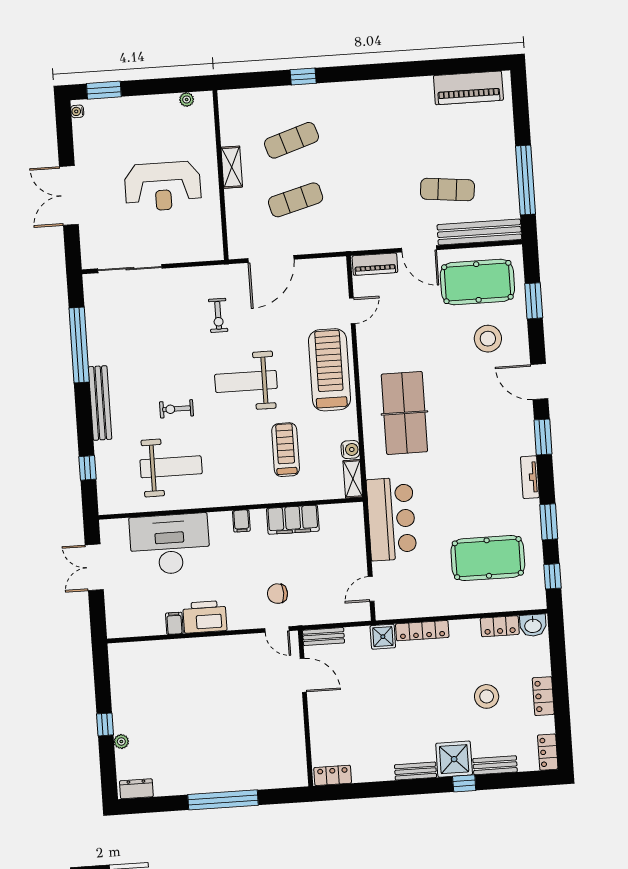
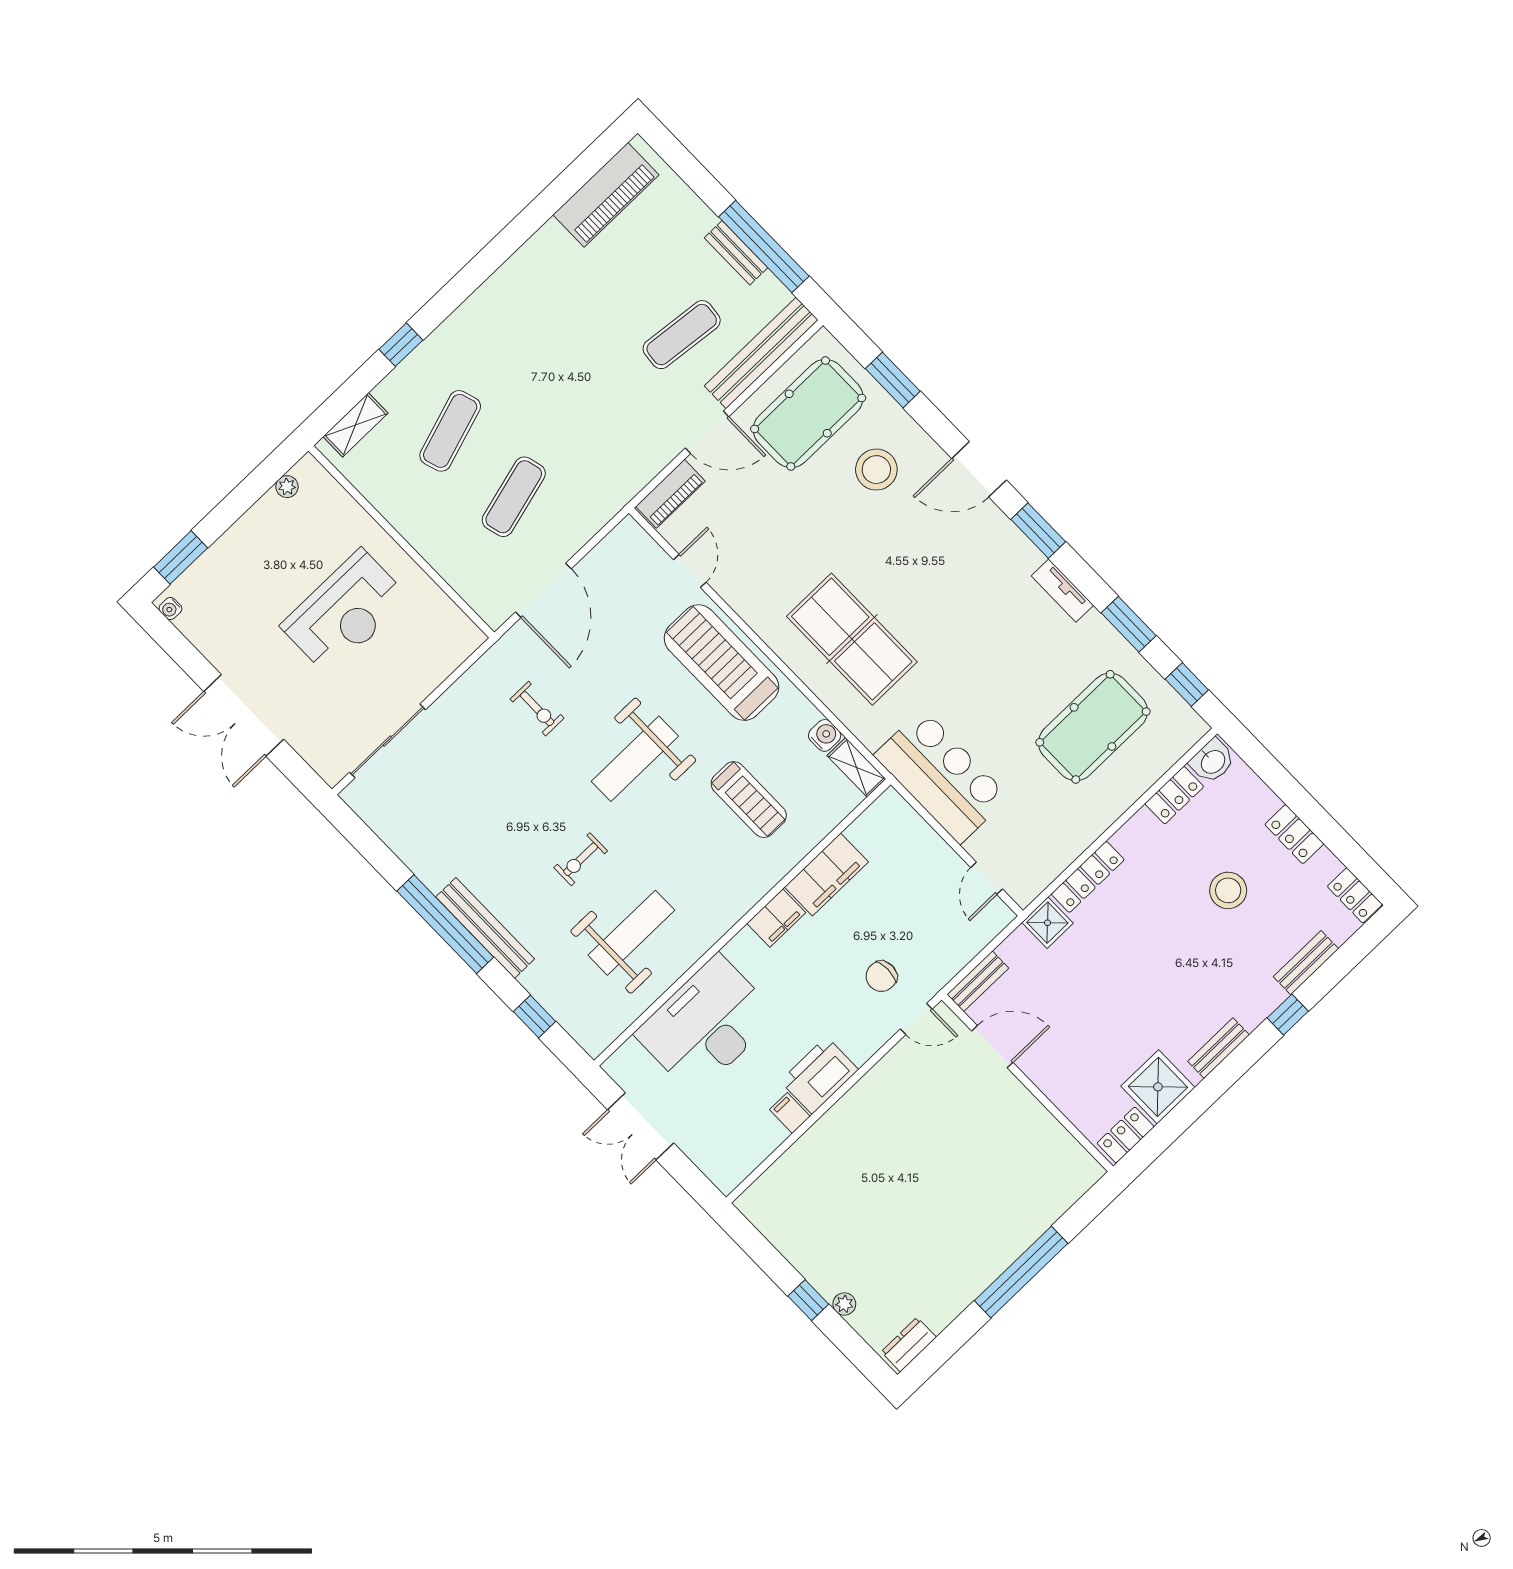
shelving: (232, 167) -> (355, 425), moved, turned 90
bench: (509, 171) -> (736, 253), added
window: (79, 345) -> (445, 924), moved
treadmill: (286, 450) -> (749, 800), turned 180
filing cabinet: (241, 521) -> (776, 918), width x2.00
shower: (454, 759) -> (1158, 1087), moved

